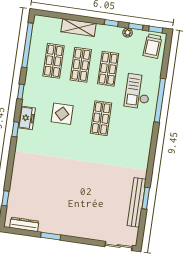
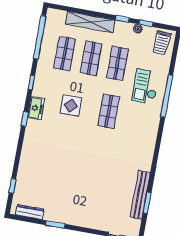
shelving: (78, 28) -> (90, 22), width x1.47
window: (156, 29) -> (165, 27), removed
window: (146, 198) -> (147, 203), moved

